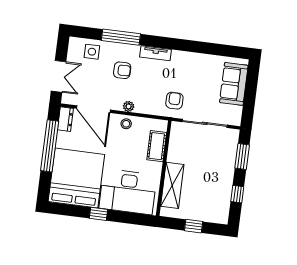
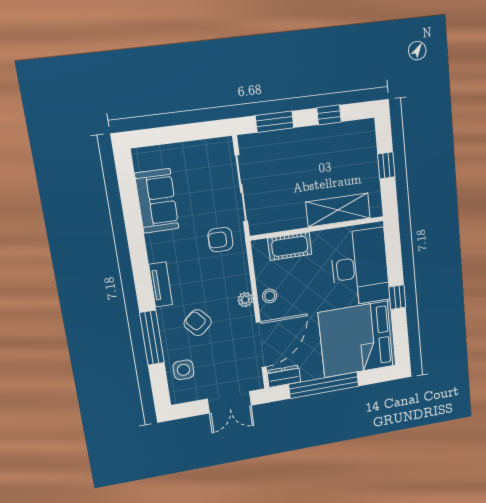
armchair: (122, 70) -> (198, 323), turned -41
double door: (59, 76) -> (229, 402), swing flipped
sofa: (234, 84) -> (157, 201), moved, turned -90

